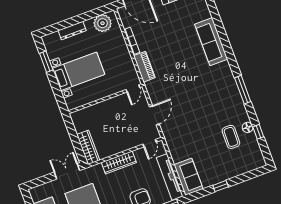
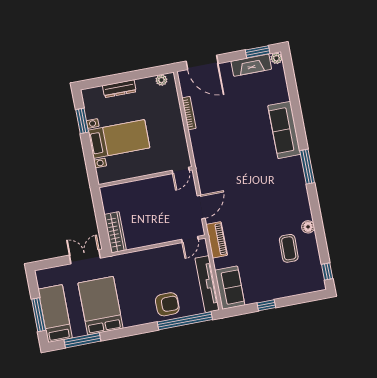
plant: (103, 23) -> (161, 80), width x0.53, depth x0.53
piano: (144, 67) -> (217, 240), moved
window: (243, 90) -> (307, 167), moved
floor lamp: (248, 127) -> (308, 227), moved
window: (258, 132) -> (327, 271), moved
wardrobe: (119, 162) -> (149, 256), removed

